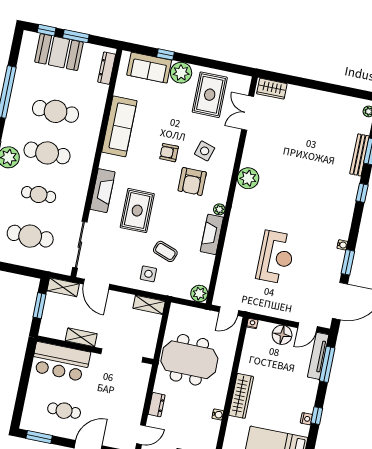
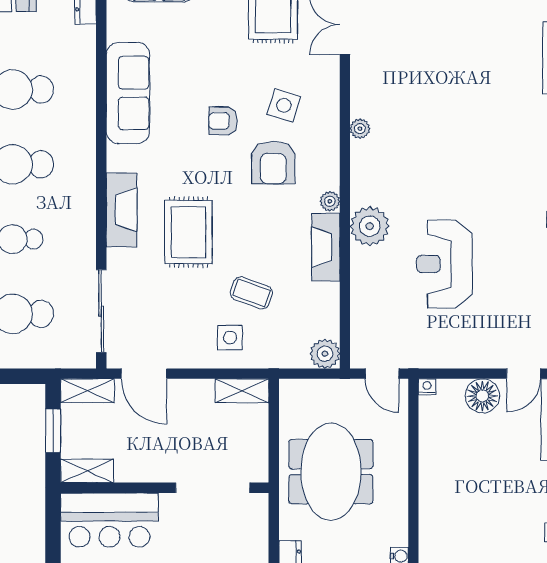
plant: (248, 178) -> (360, 129), width x0.53, depth x0.53
plant: (239, 228) -> (370, 226), added
reception desk: (276, 257) -> (444, 264), turned 180
door: (229, 311) -> (382, 374), hinge flipped
shelving: (81, 337) -> (87, 471), moved
meeting table: (189, 360) -> (331, 472), turned 90
wardrobe: (241, 396) -> (433, 516), removed

